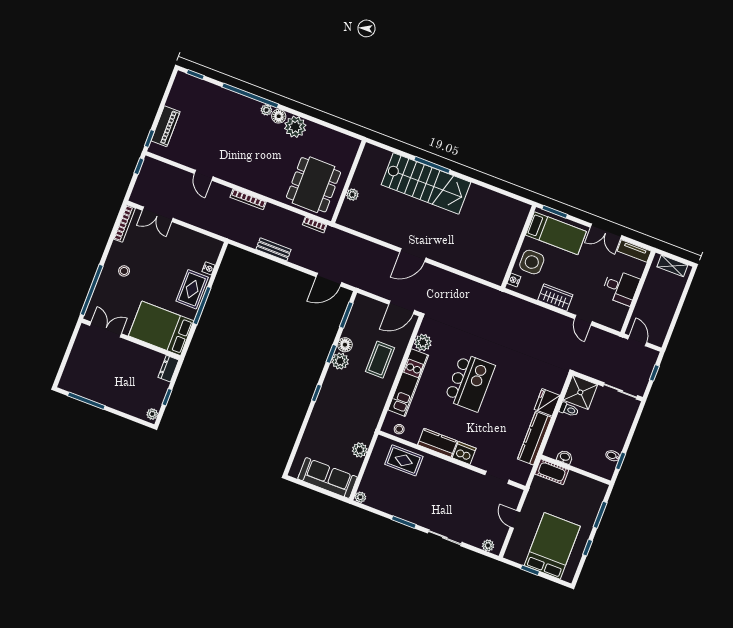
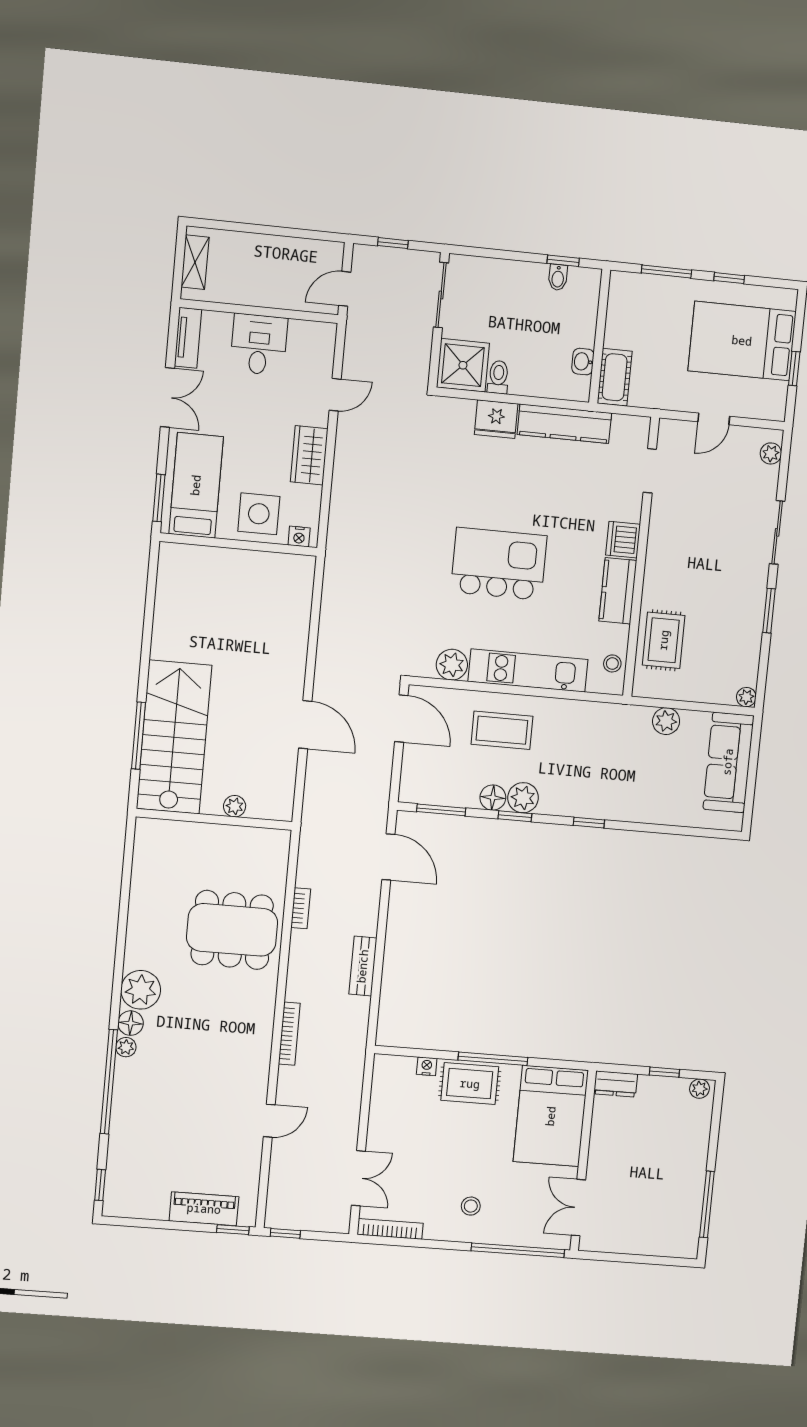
wall: (348, 182) -> (214, 819), moved
plant: (352, 195) -> (235, 806), moved

